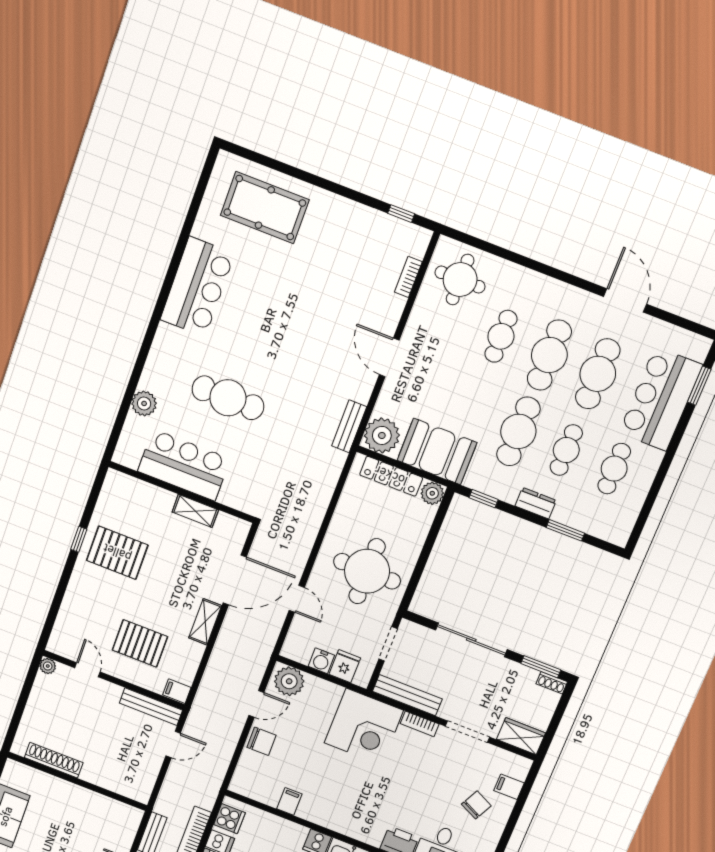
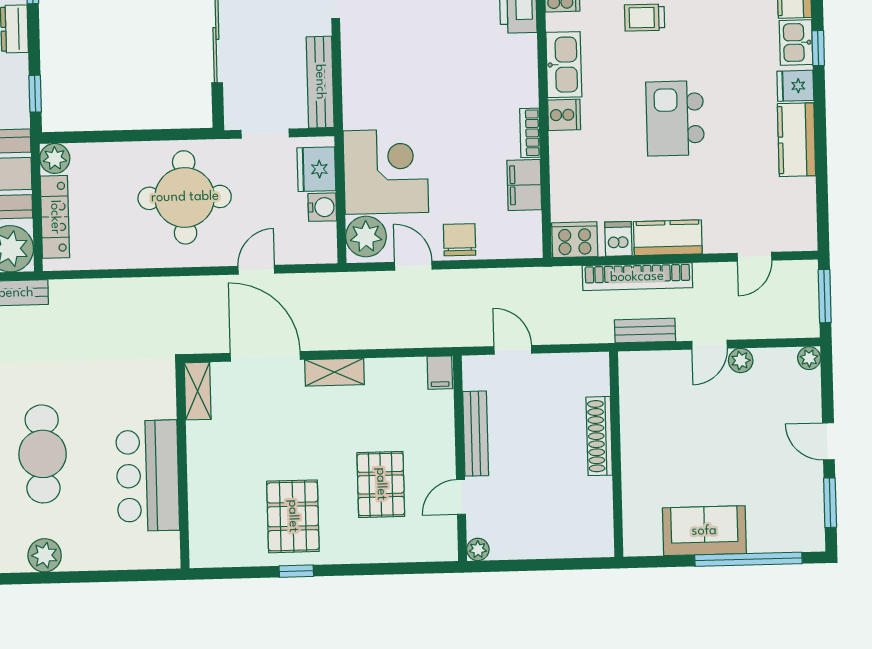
plant: (144, 403) -> (45, 555), moved
shelving: (195, 511) -> (198, 391), moved
pallet: (140, 643) -> (381, 484), moved
fridge: (345, 666) -> (316, 169), width x1.38
bench: (151, 707) -> (476, 434), moved
bookcase: (420, 724) -> (530, 133), moved, turned 180
corner desk: (364, 727) -> (386, 172), moved
shoe rack: (54, 760) -> (599, 436), moved
filing cabinet: (289, 801) -> (524, 185), width x2.00
cooker: (229, 819) -> (575, 240), width x1.36

